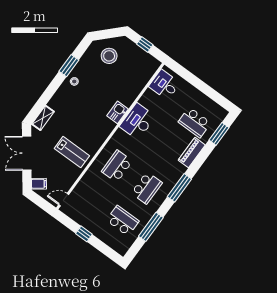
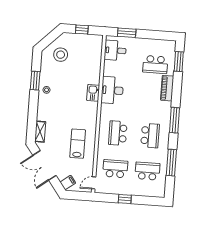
window: (186, 75) -> (127, 33), added
lab bench: (72, 152) -> (78, 144), turned -90
school desk: (93, 199) -> (115, 169), added

